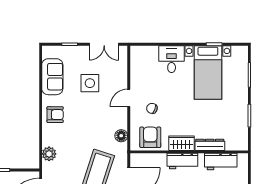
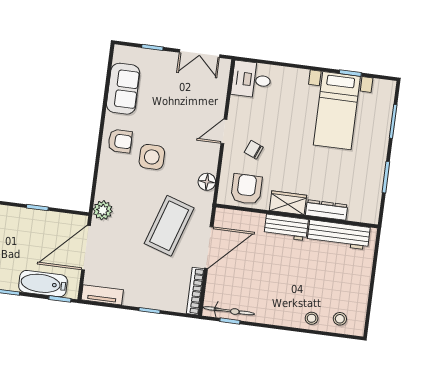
desk: (172, 59) -> (251, 80), moved, turned -90
side table: (90, 83) -> (152, 157), moved
plant: (49, 154) -> (103, 210), moved
workbench: (221, 161) -> (339, 235), width x1.38

